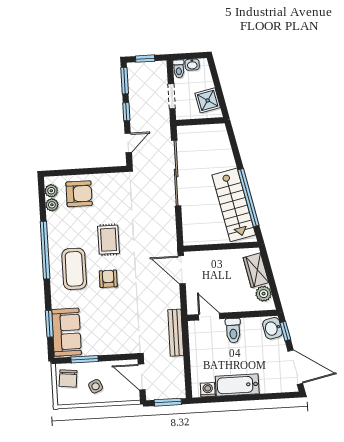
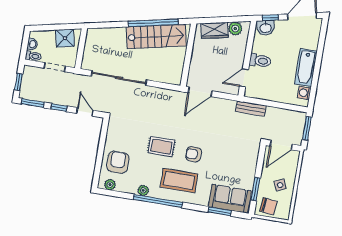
plant: (52, 205) -> (143, 190), moved
bench: (176, 333) -> (251, 109), width x0.73

